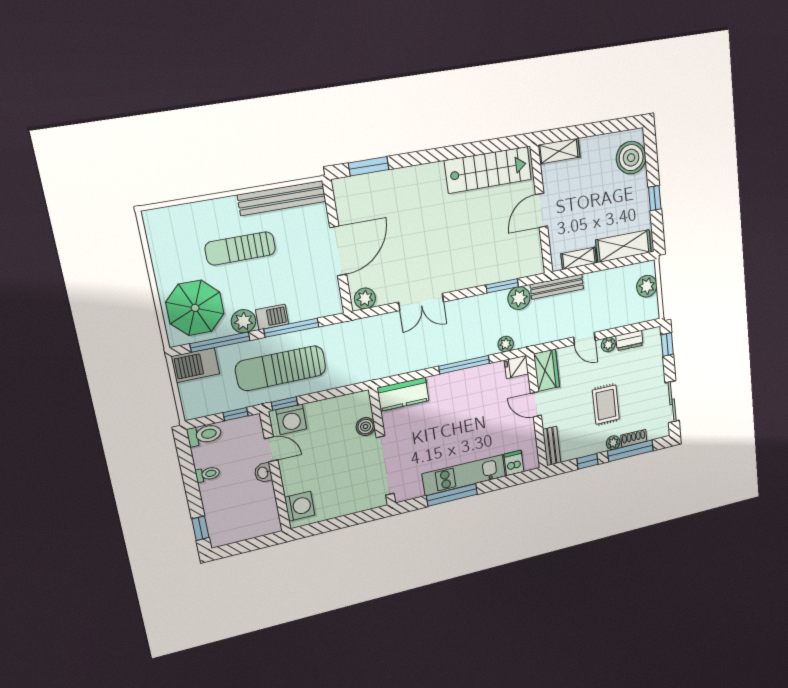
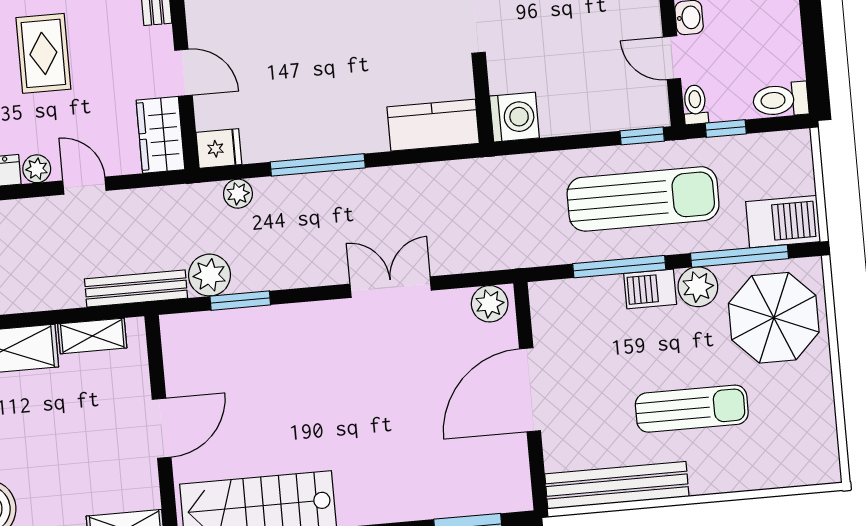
washing machine: (291, 419) -> (514, 117), moved, turned 90
boiler: (366, 427) -> (504, 75), removed
toilet: (208, 474) -> (695, 105), moved, turned 90

